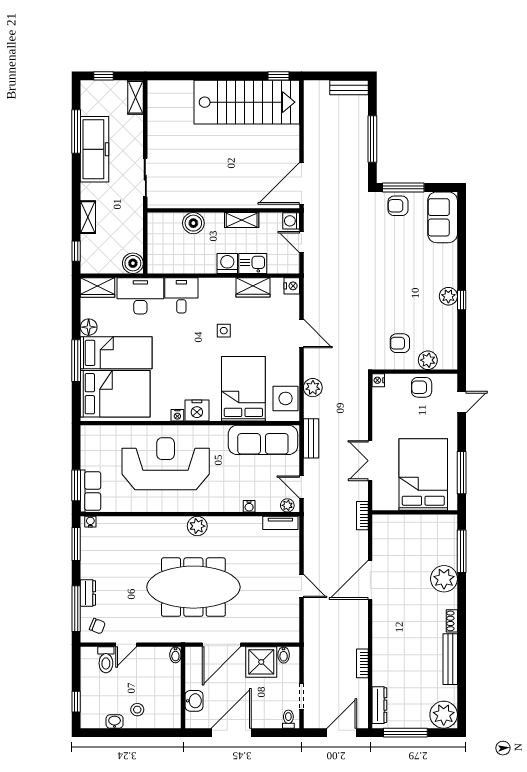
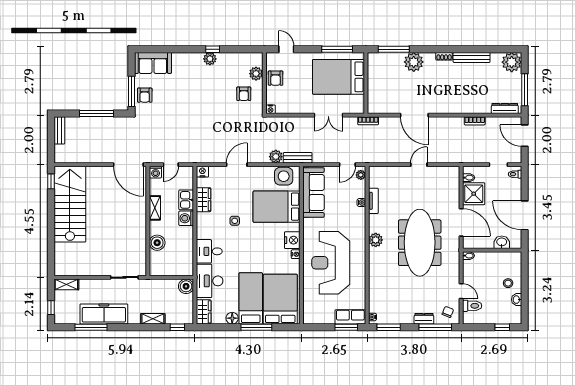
bench: (311, 438) -> (298, 158), moved
tv unit: (280, 523) -> (373, 201), moved

